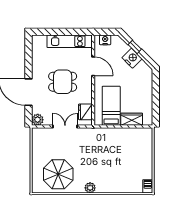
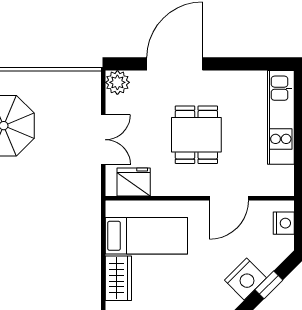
kitchen unit: (70, 41) -> (281, 117), moved

